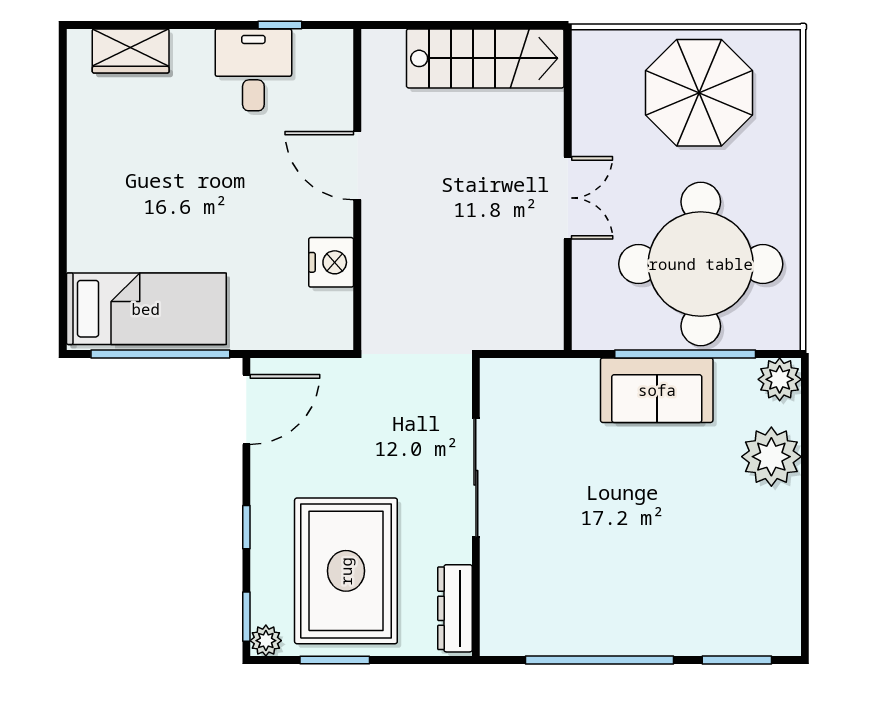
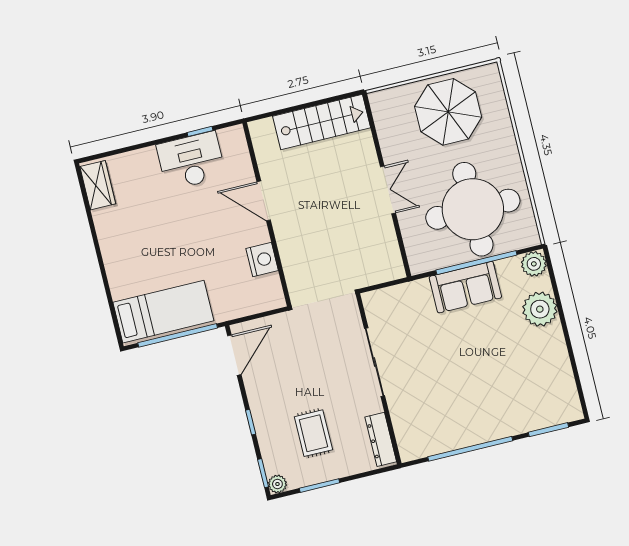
wardrobe: (131, 51) -> (98, 185), moved, turned -90
desk: (253, 70) -> (191, 161), width x1.37
rug: (346, 571) -> (313, 433), width x0.54, depth x0.49

